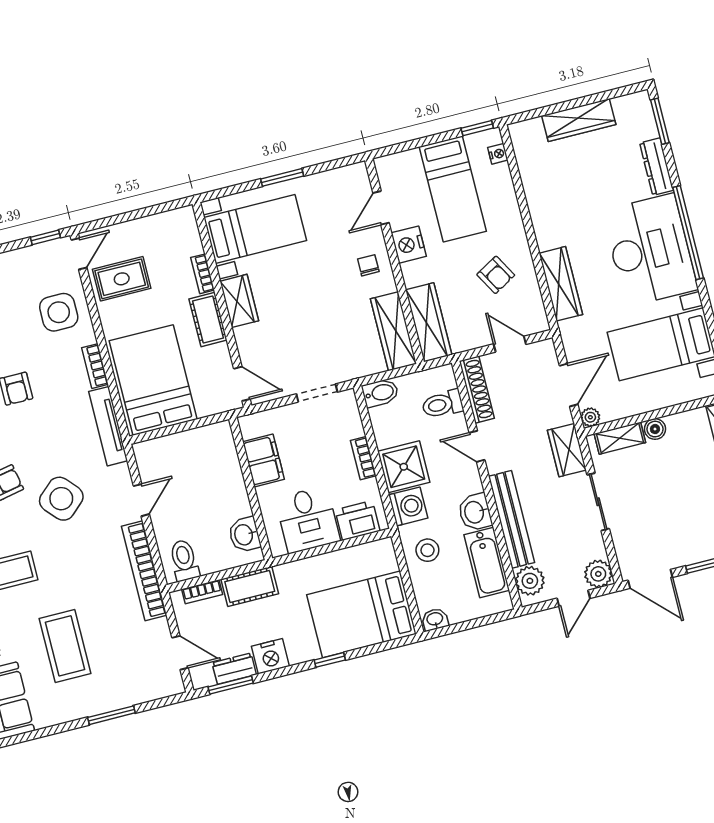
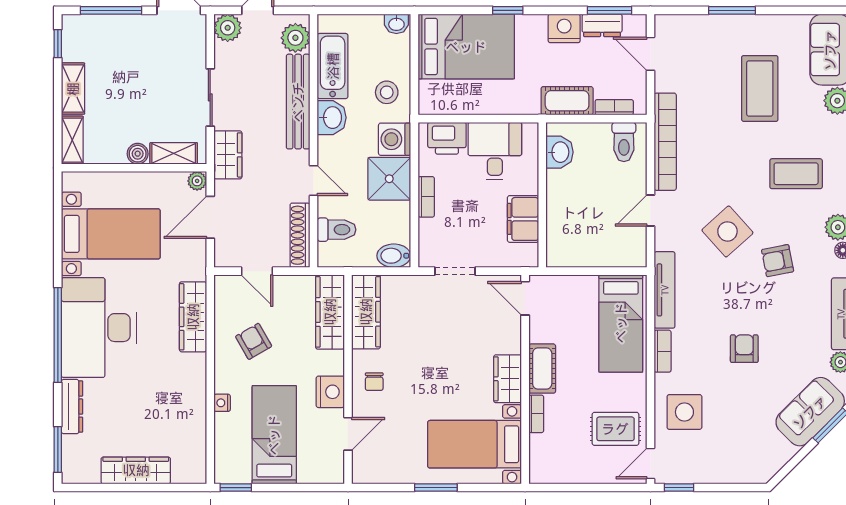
nightstand: (498, 154) -> (222, 403), moved
bed: (153, 380) -> (621, 323), width x0.67

